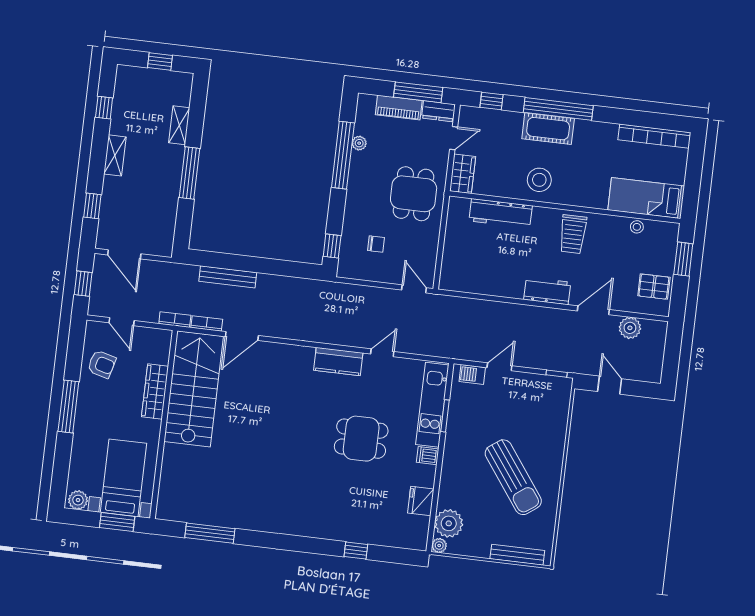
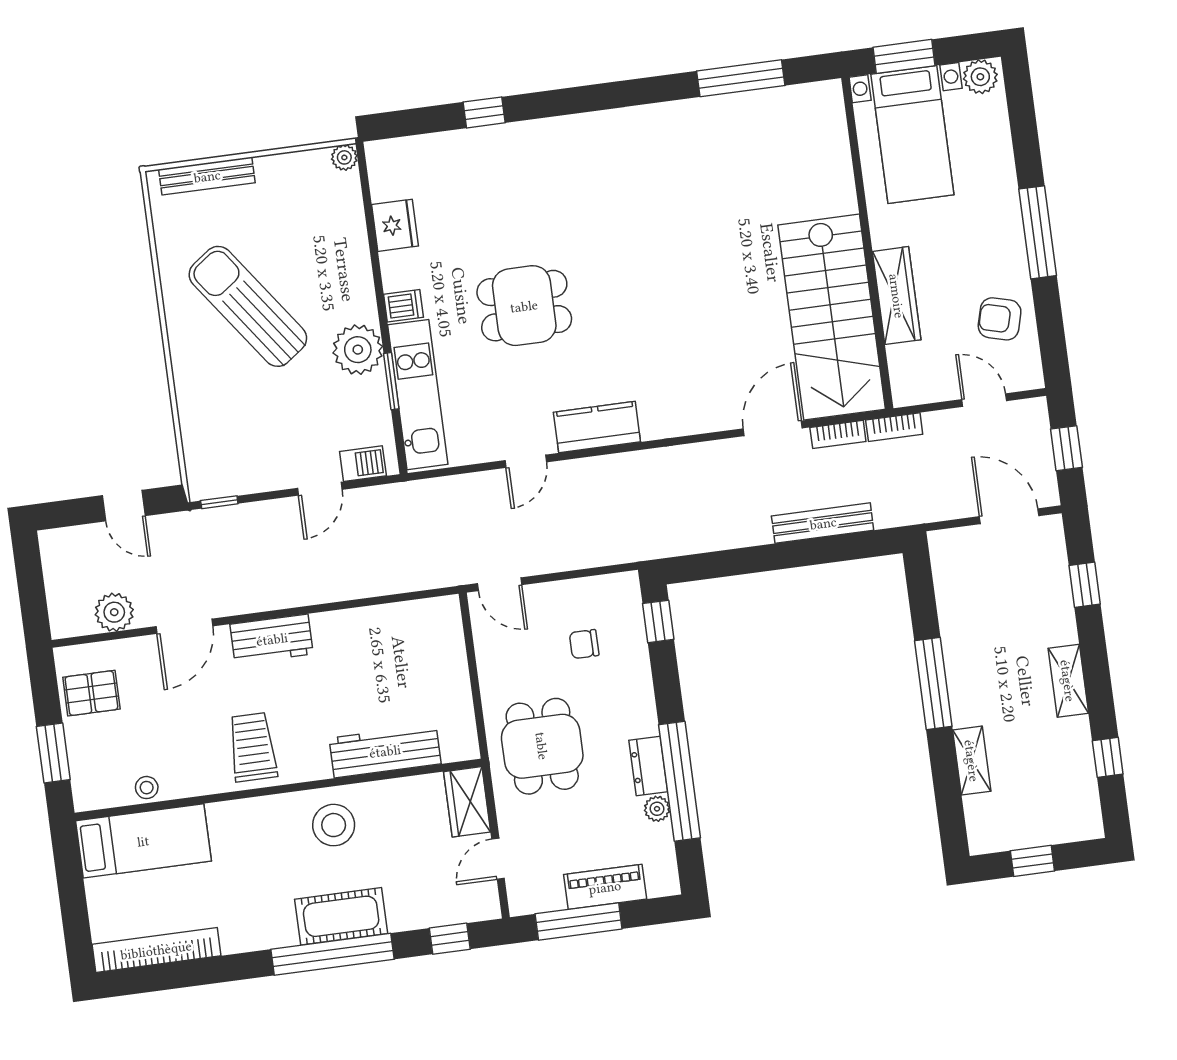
dresser: (438, 111) -> (648, 766), moved, turned -90
plant: (449, 523) -> (358, 350), moved

